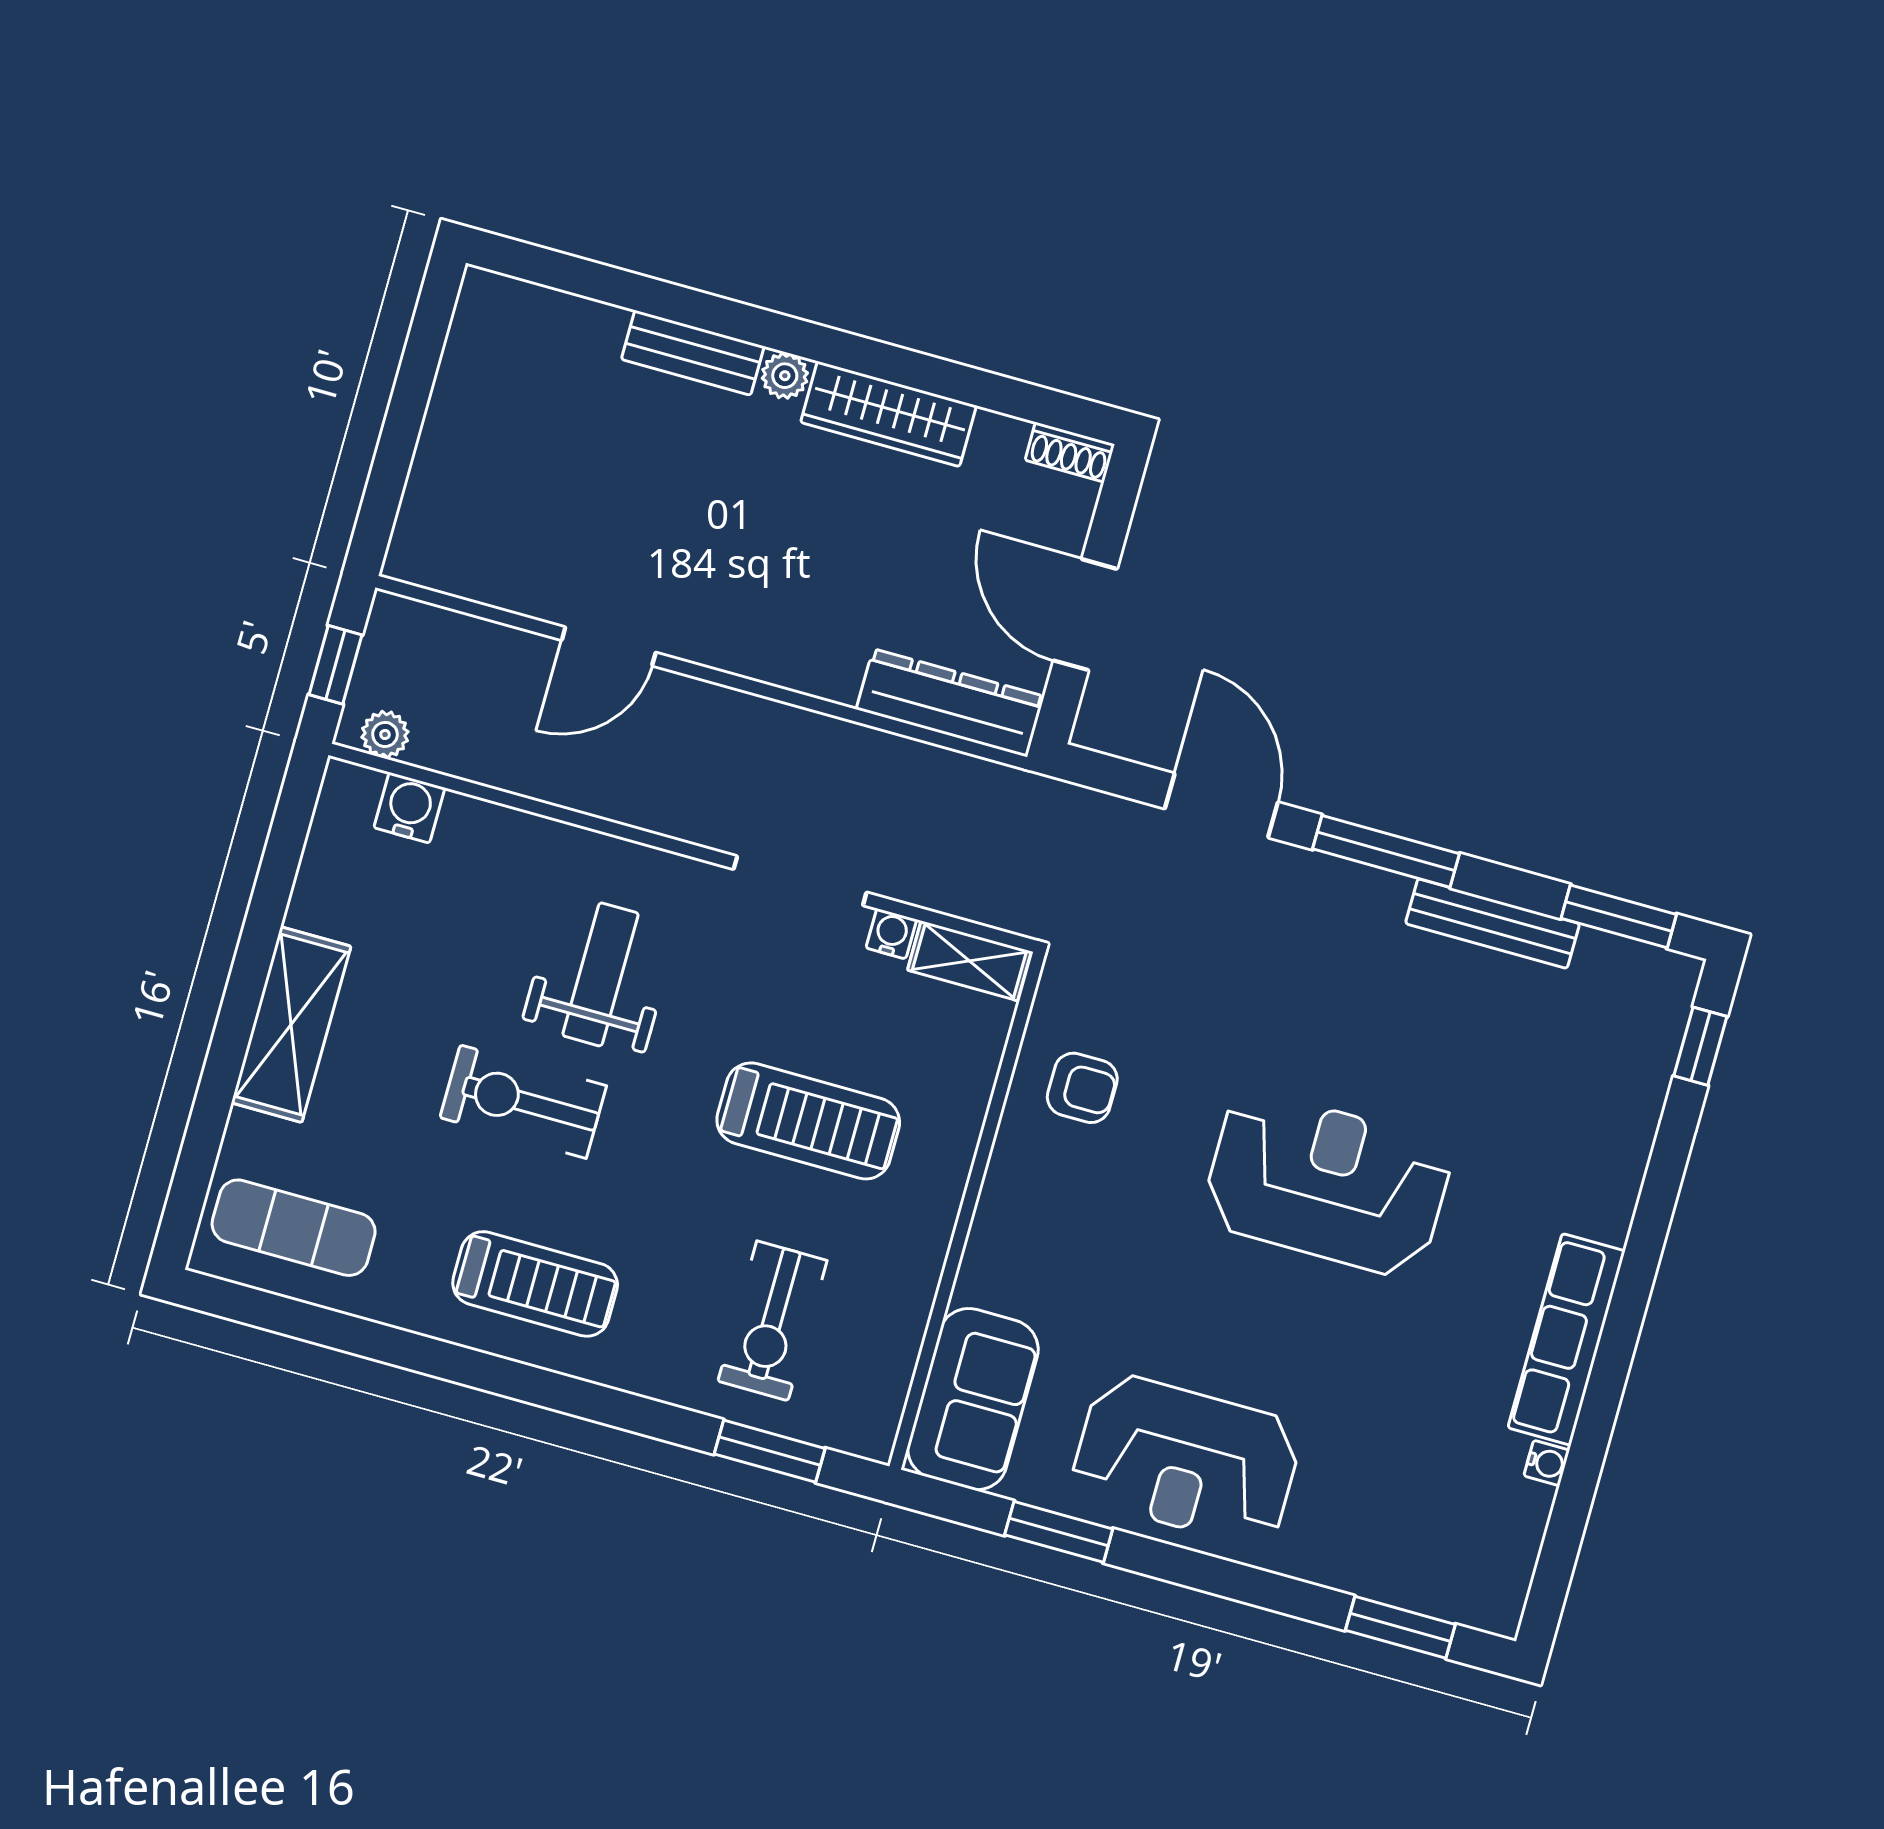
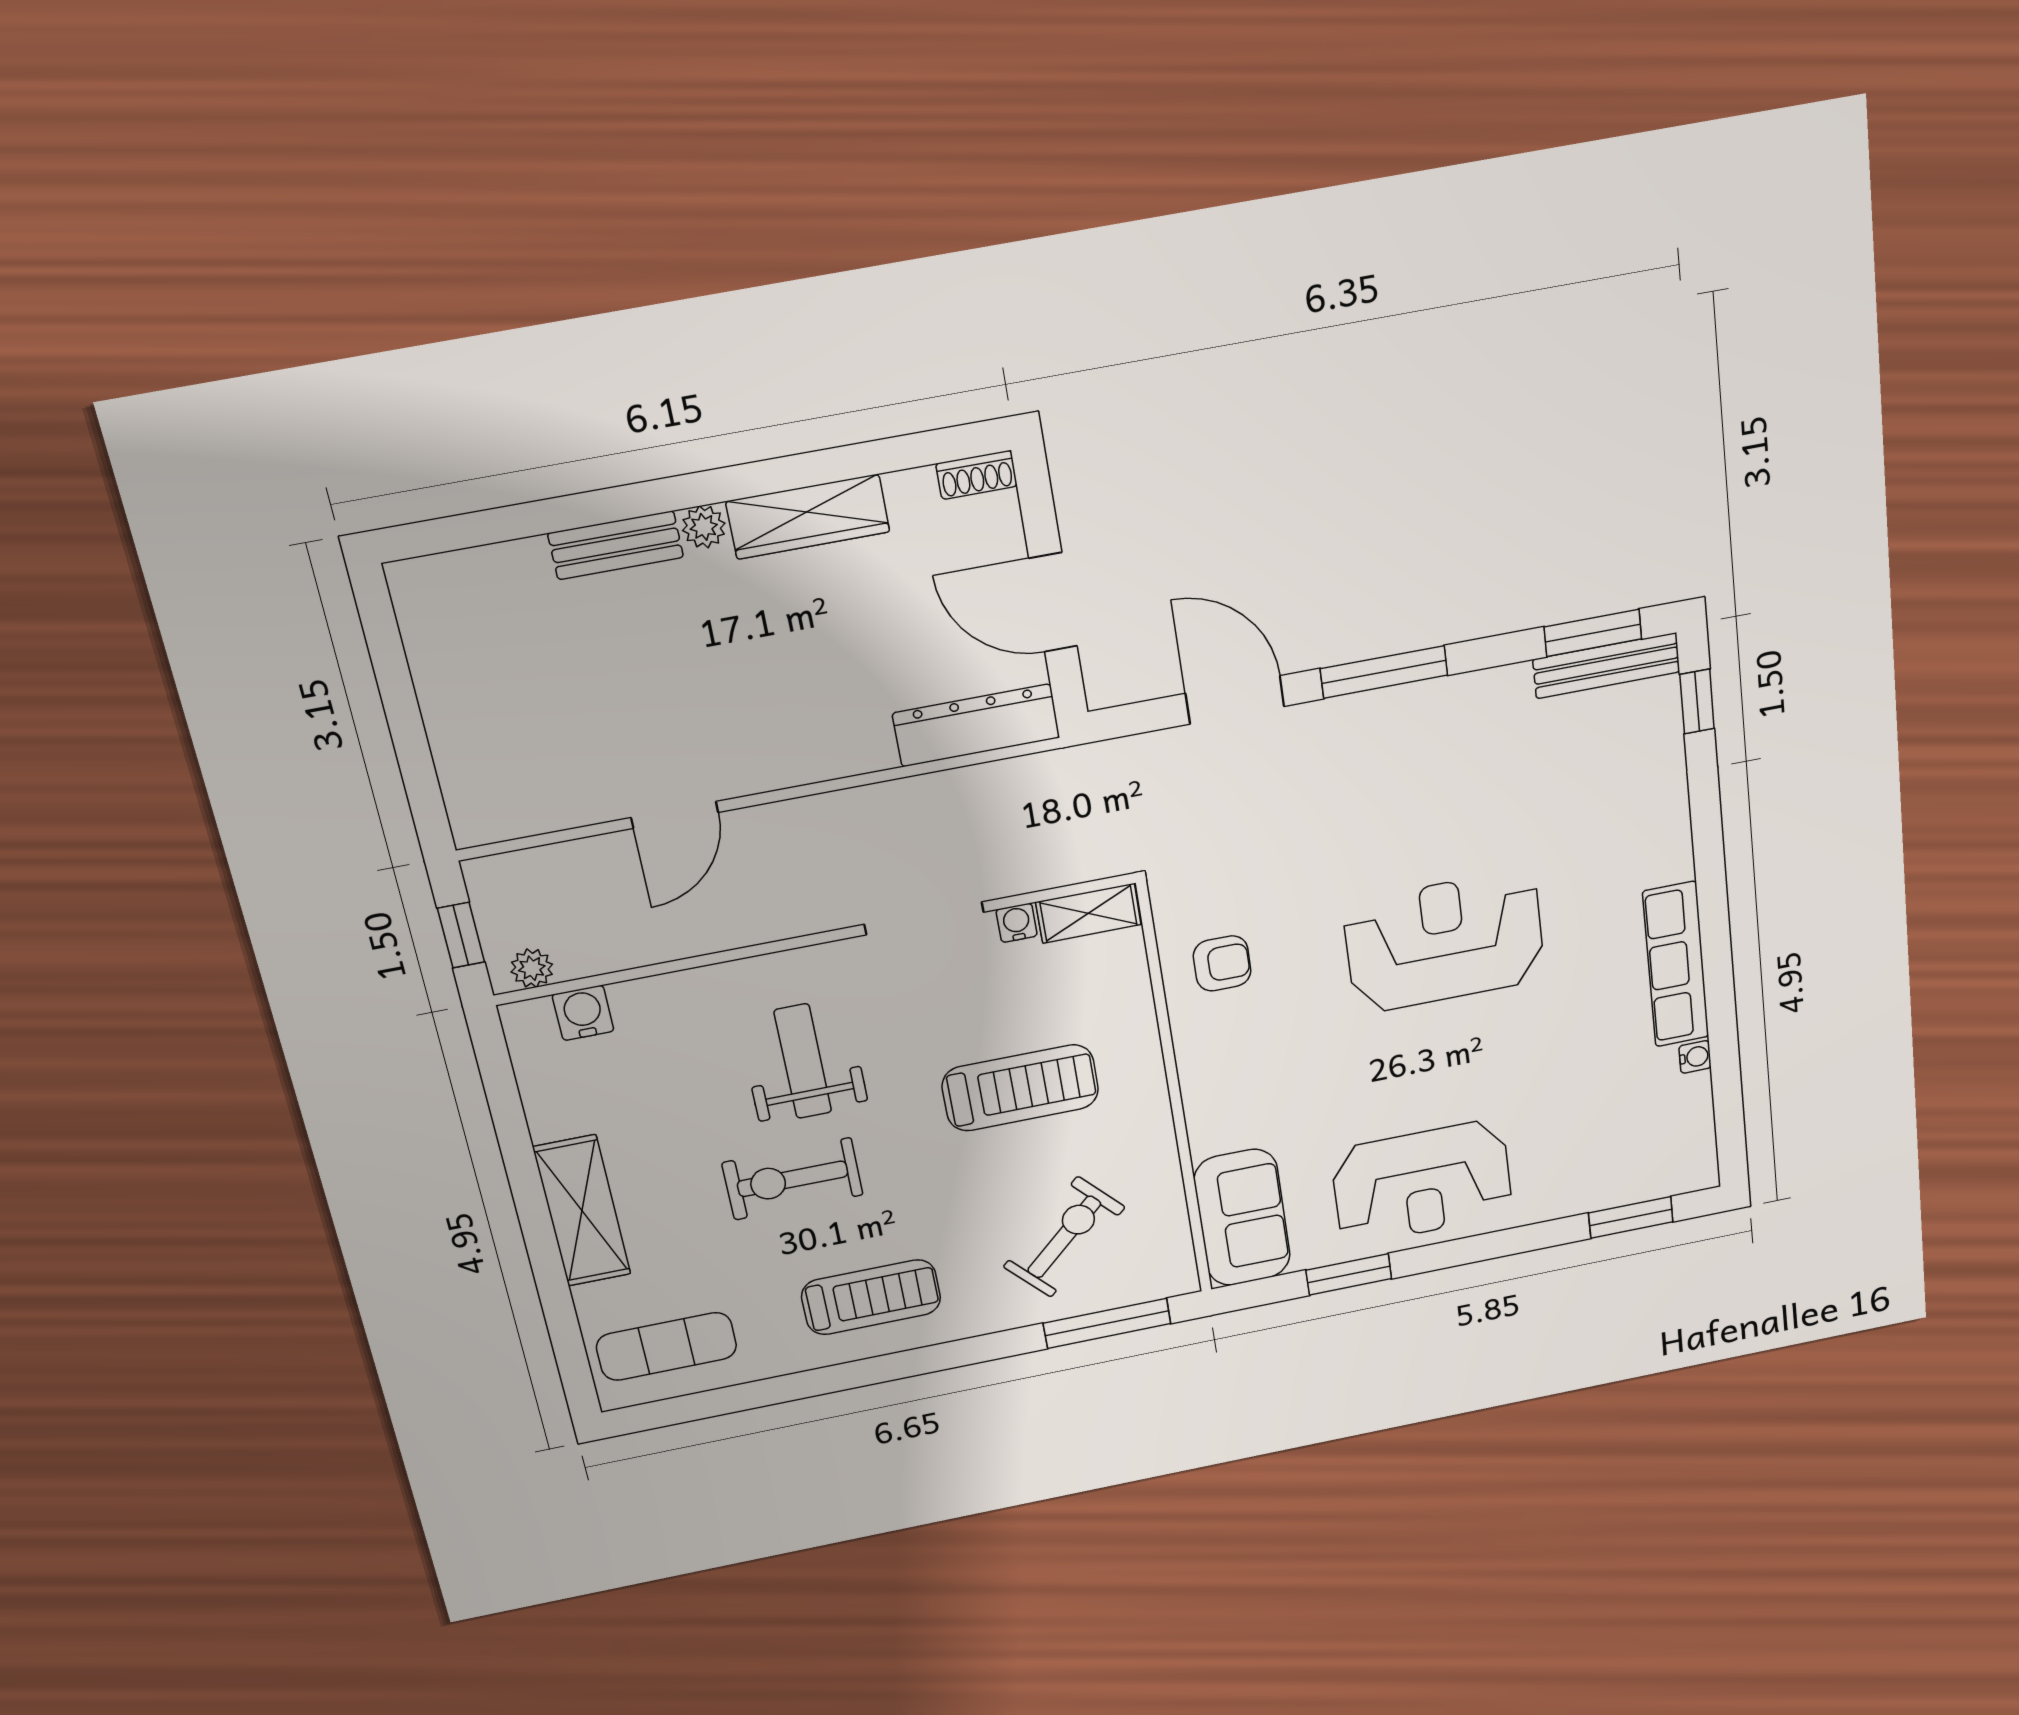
bench: (1492, 924) -> (1607, 666), moved
exercise bike: (772, 1321) -> (1064, 1237), turned -133
window: (770, 1451) -> (1107, 1323), width x1.44

